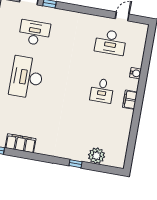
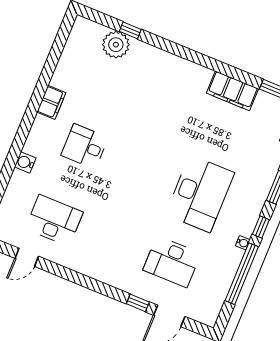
desk: (102, 91) -> (85, 146), turned -90
filing cabinet: (130, 100) -> (51, 102), moved
window: (76, 164) -> (130, 30), moved

